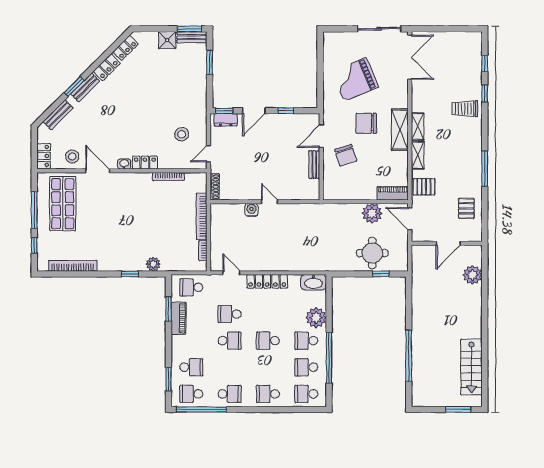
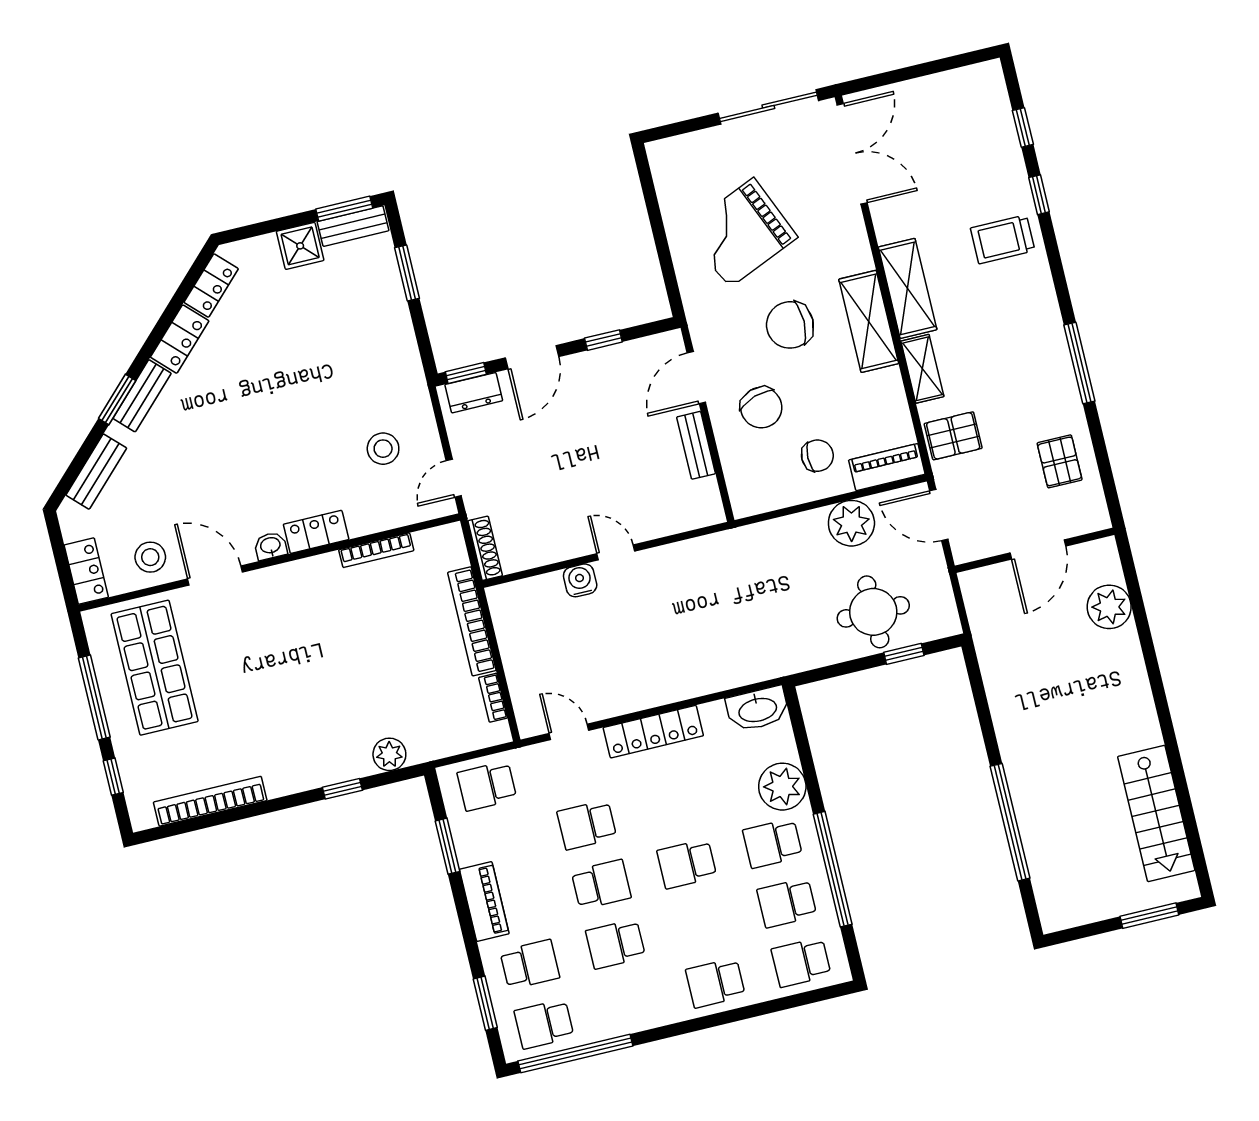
shelving: (418, 127) -> (908, 288), width x1.50, depth x1.33
chair: (365, 181) -> (817, 456), added
piano: (178, 318) -> (484, 902), moved
school desk: (230, 394) -> (615, 944), moved, turned 180

